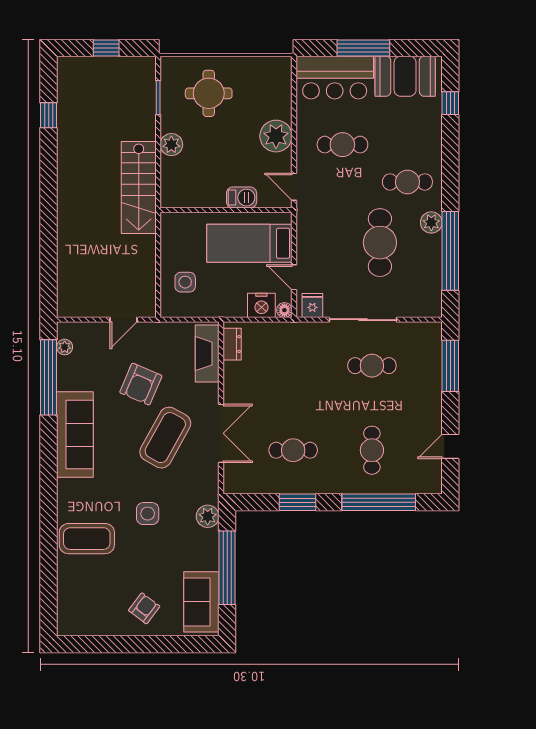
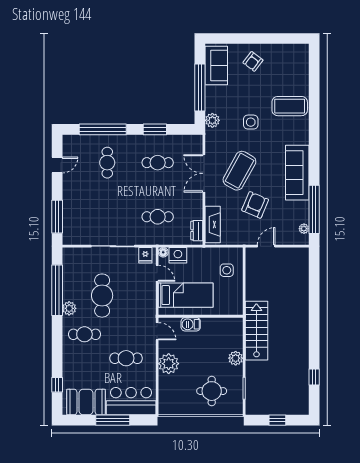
cafe table: (372, 366) -> (158, 217), moved

